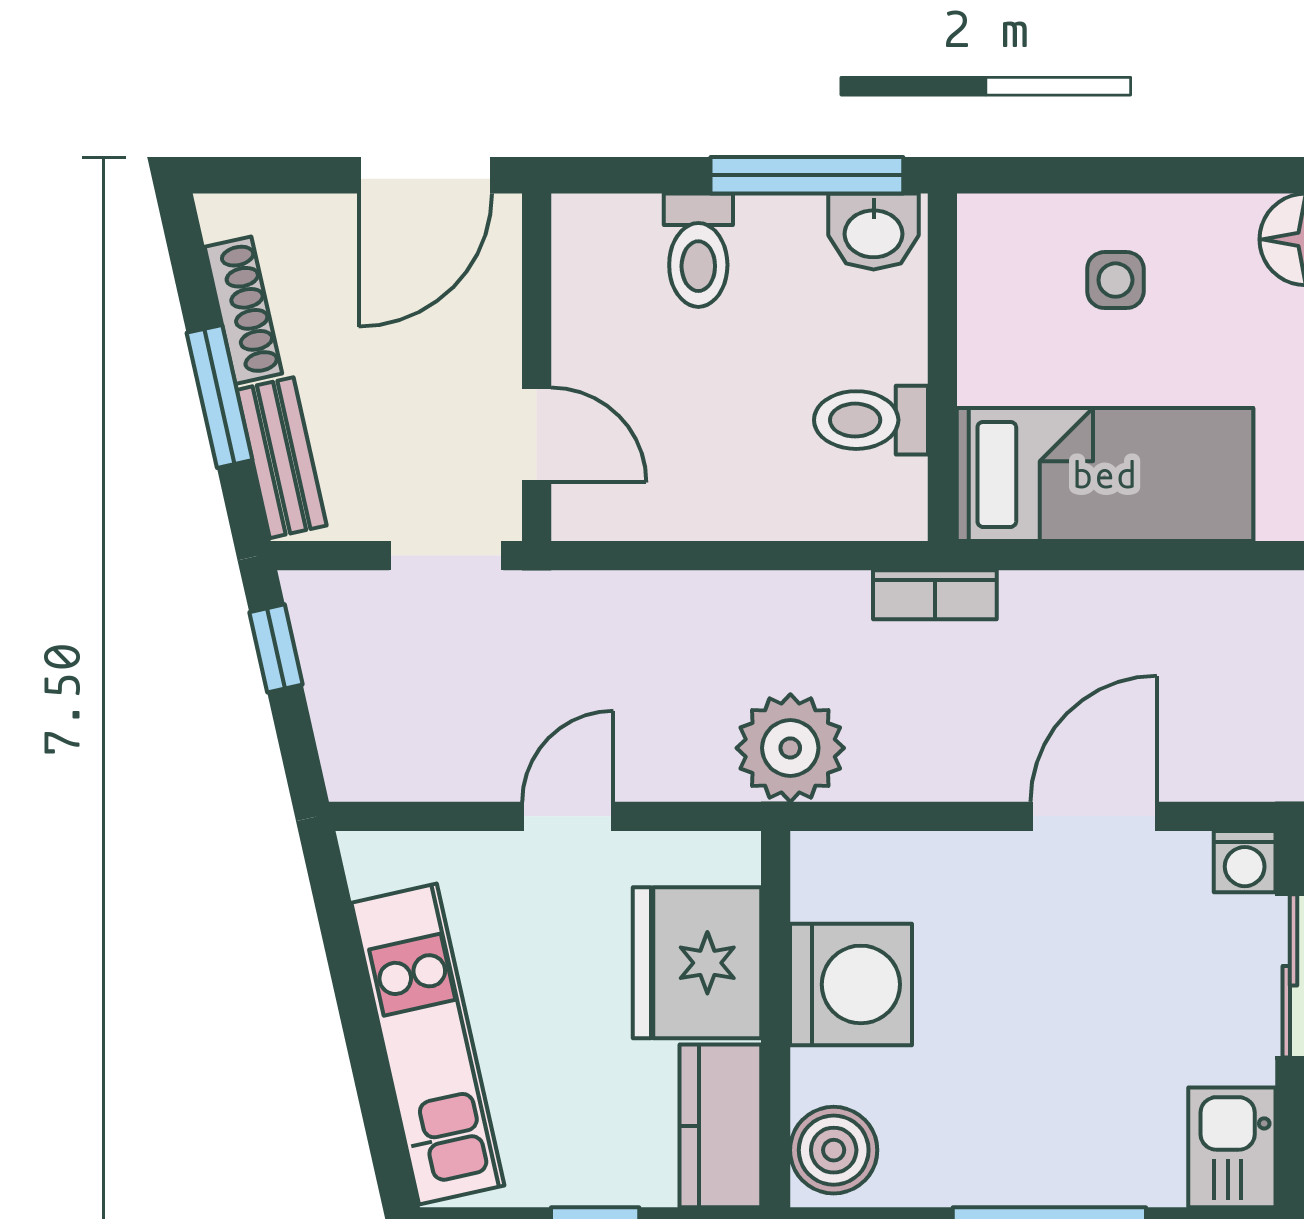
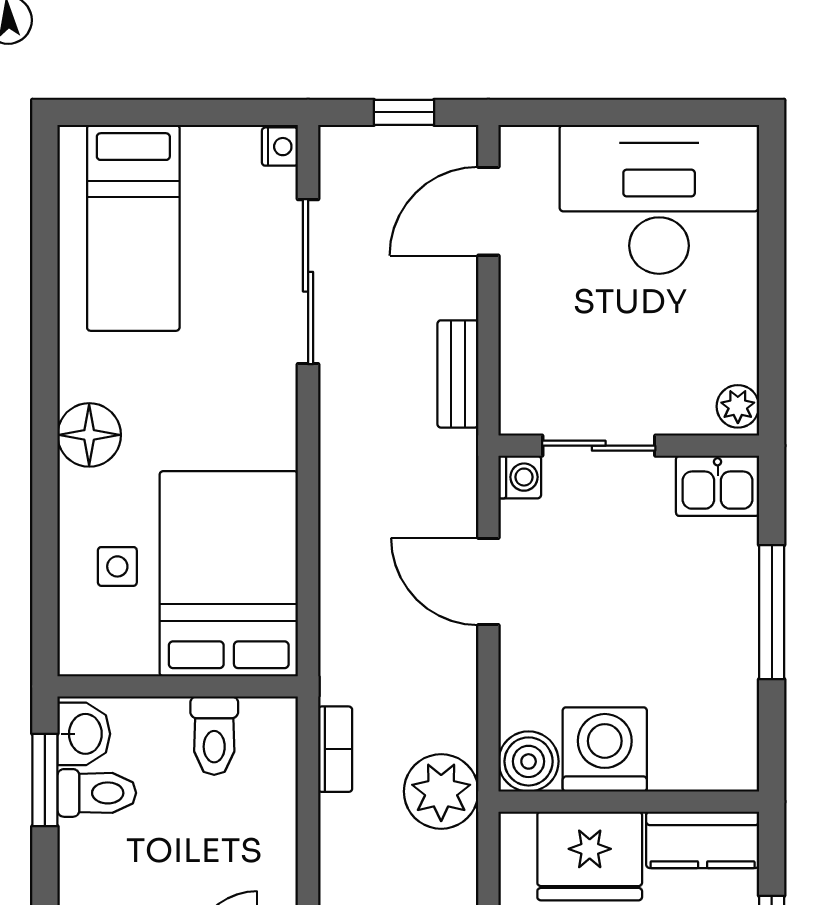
window: (807, 175) -> (45, 780), width x0.69
toilet: (698, 250) -> (97, 793), moved
bed: (1105, 474) -> (229, 574), width x1.50
bookcase: (935, 595) -> (335, 749), moved
boiler: (834, 1150) -> (529, 761), moved

